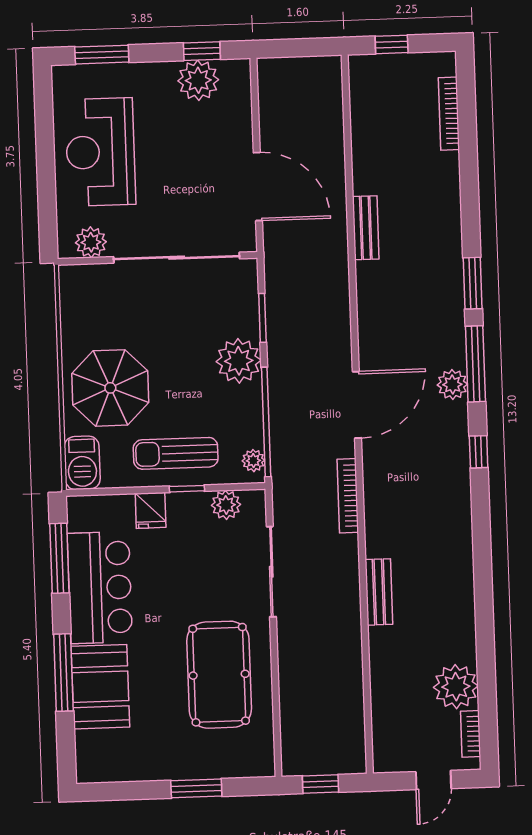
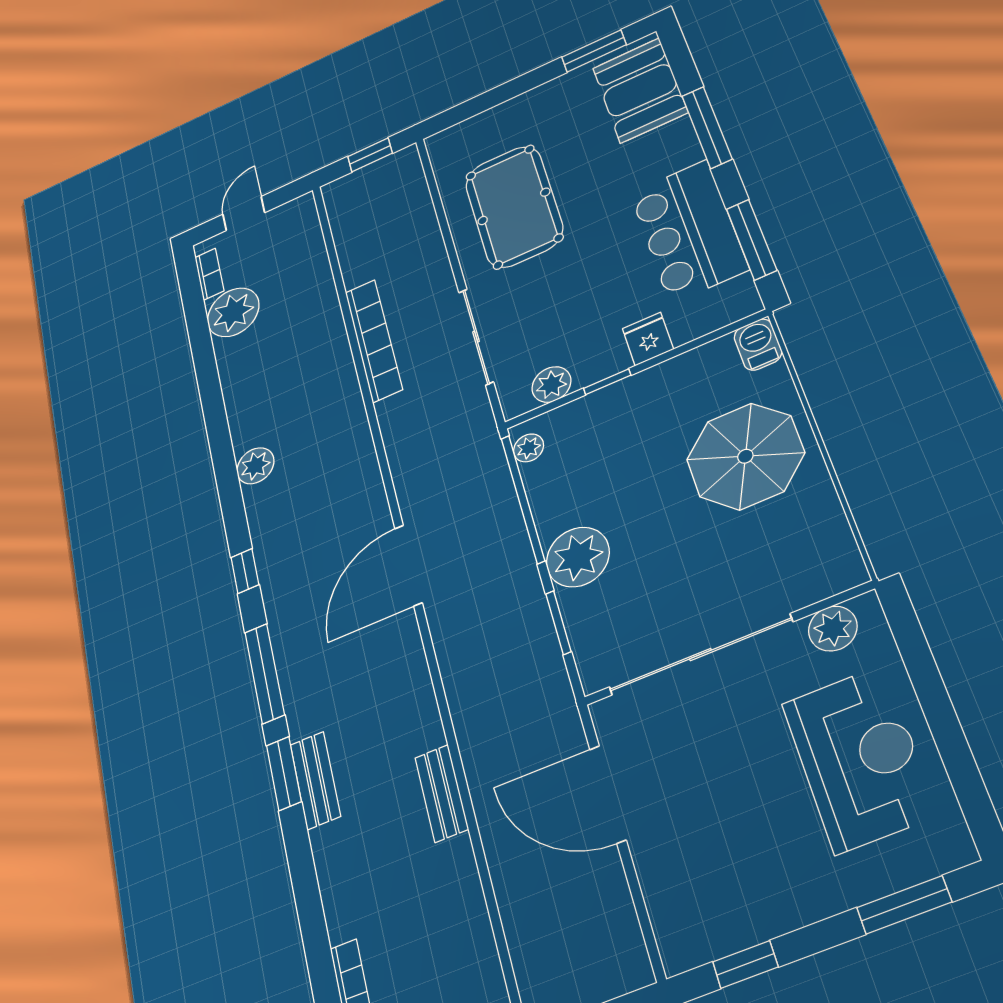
plant: (198, 80) -> (739, 918), removed
plant: (452, 385) -> (255, 466), moved
sun lounger: (176, 453) -> (633, 415), removed
barbecue: (82, 463) -> (758, 345), width x0.73, depth x0.79
bookcase: (348, 496) -> (374, 340), moved, width x1.48, depth x1.31
bench: (379, 592) -> (315, 780), moved
booth: (100, 687) -> (640, 90), moved
window: (196, 788) -> (594, 51), moved

